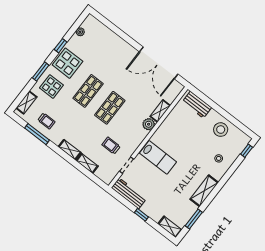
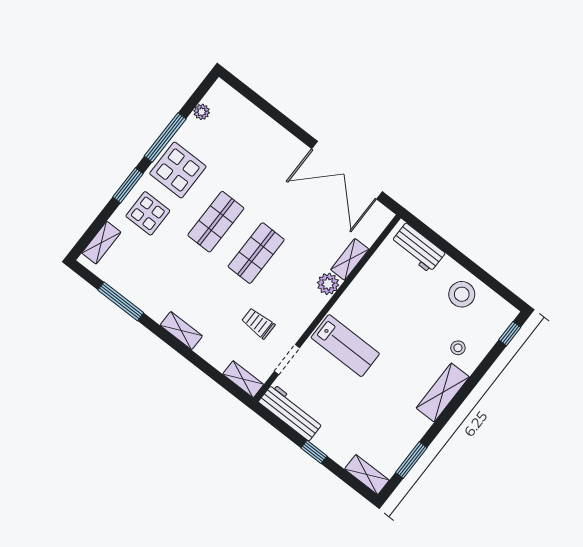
window: (61, 46) -> (165, 138), width x2.17
trolley: (46, 121) -> (138, 277), removed
shelving: (87, 163) -> (243, 379), moved
shelving: (204, 191) -> (443, 393), moved

